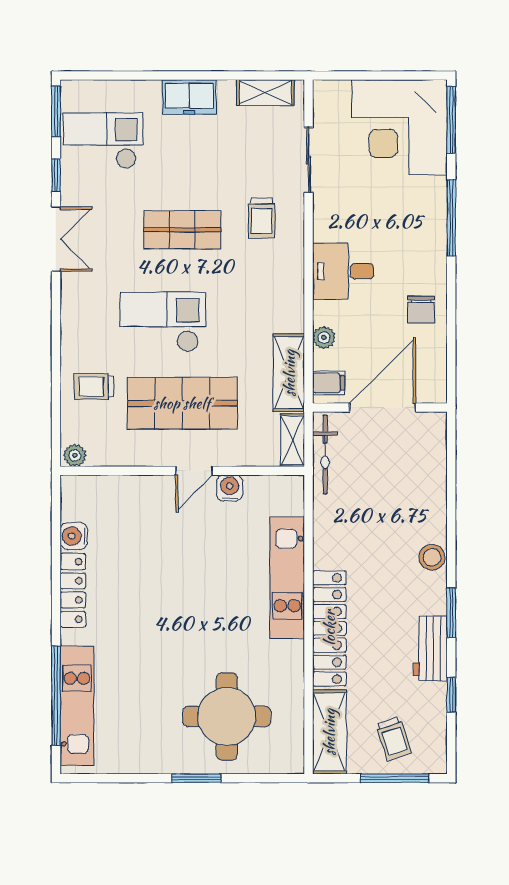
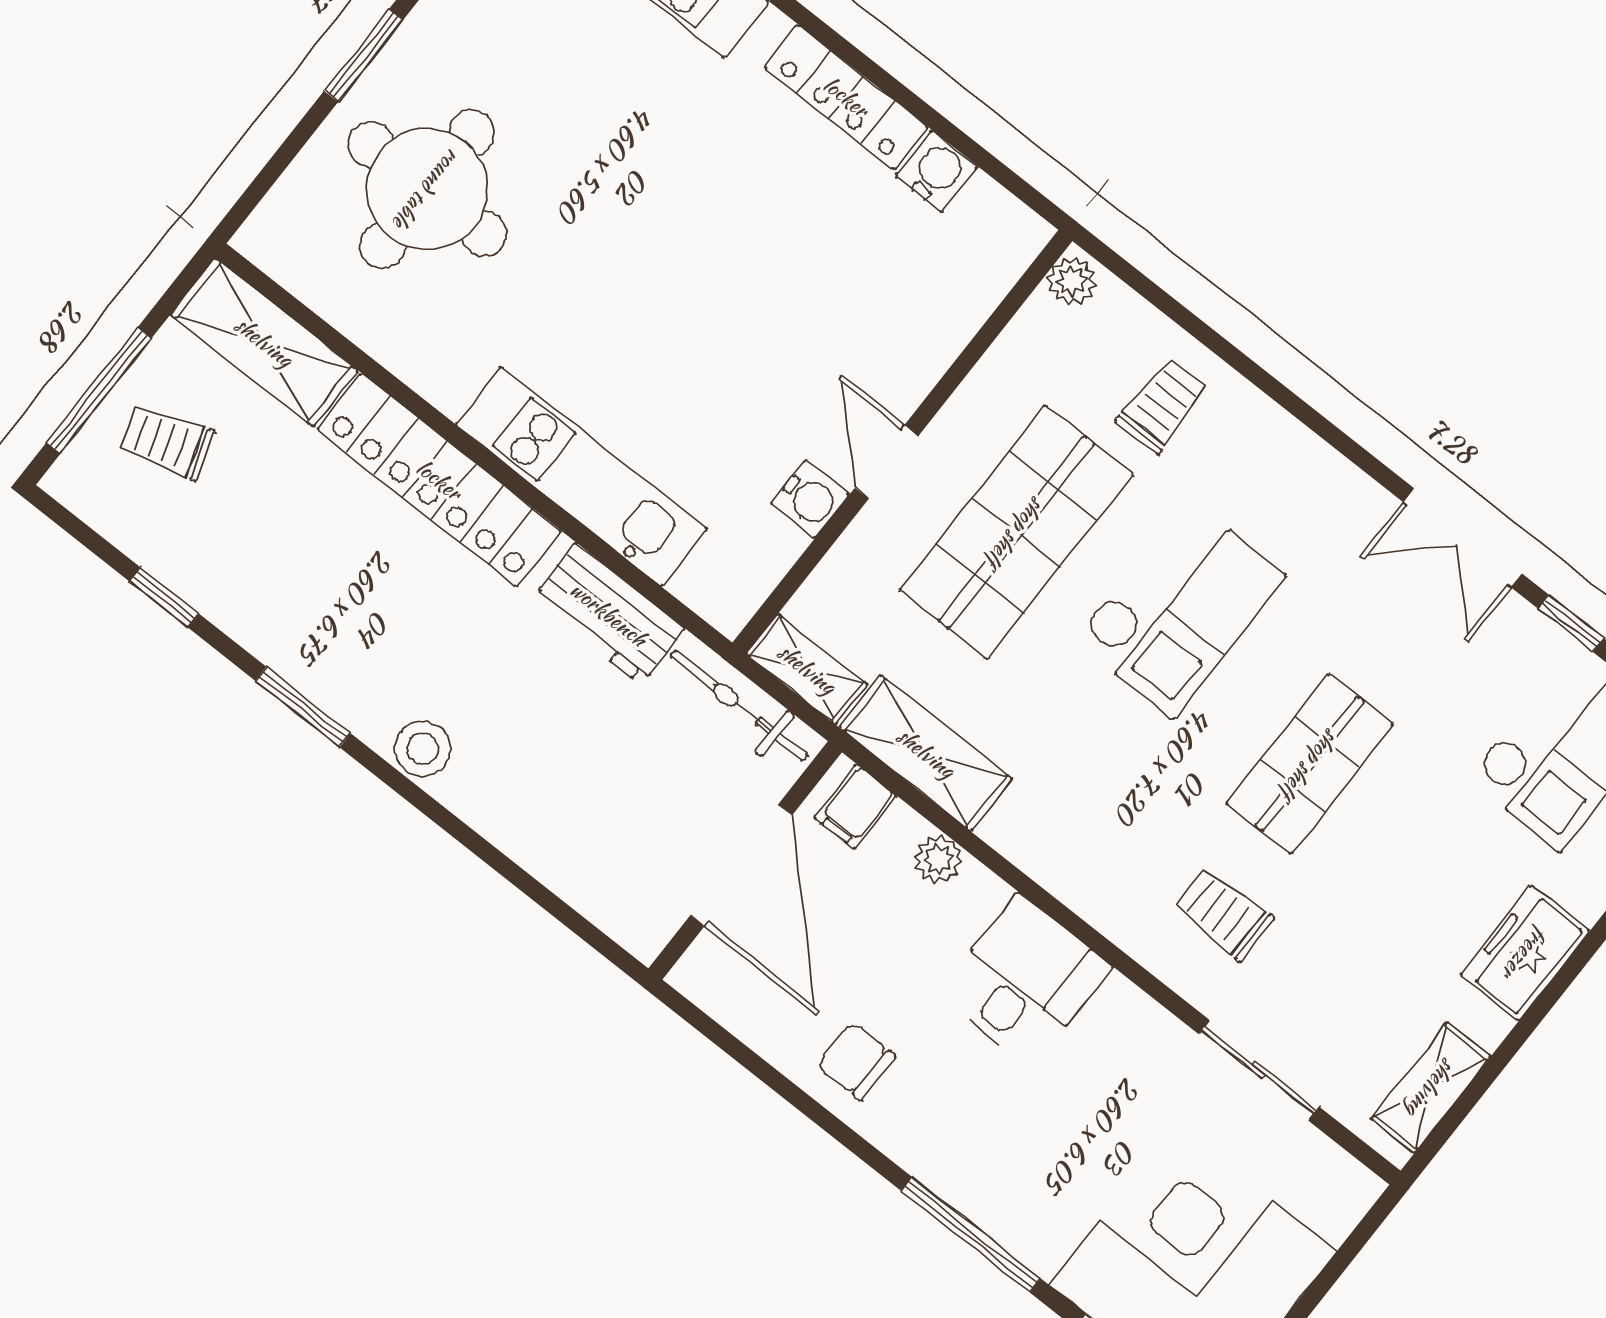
workbench: (430, 648) -> (608, 614), moved, turned 180

